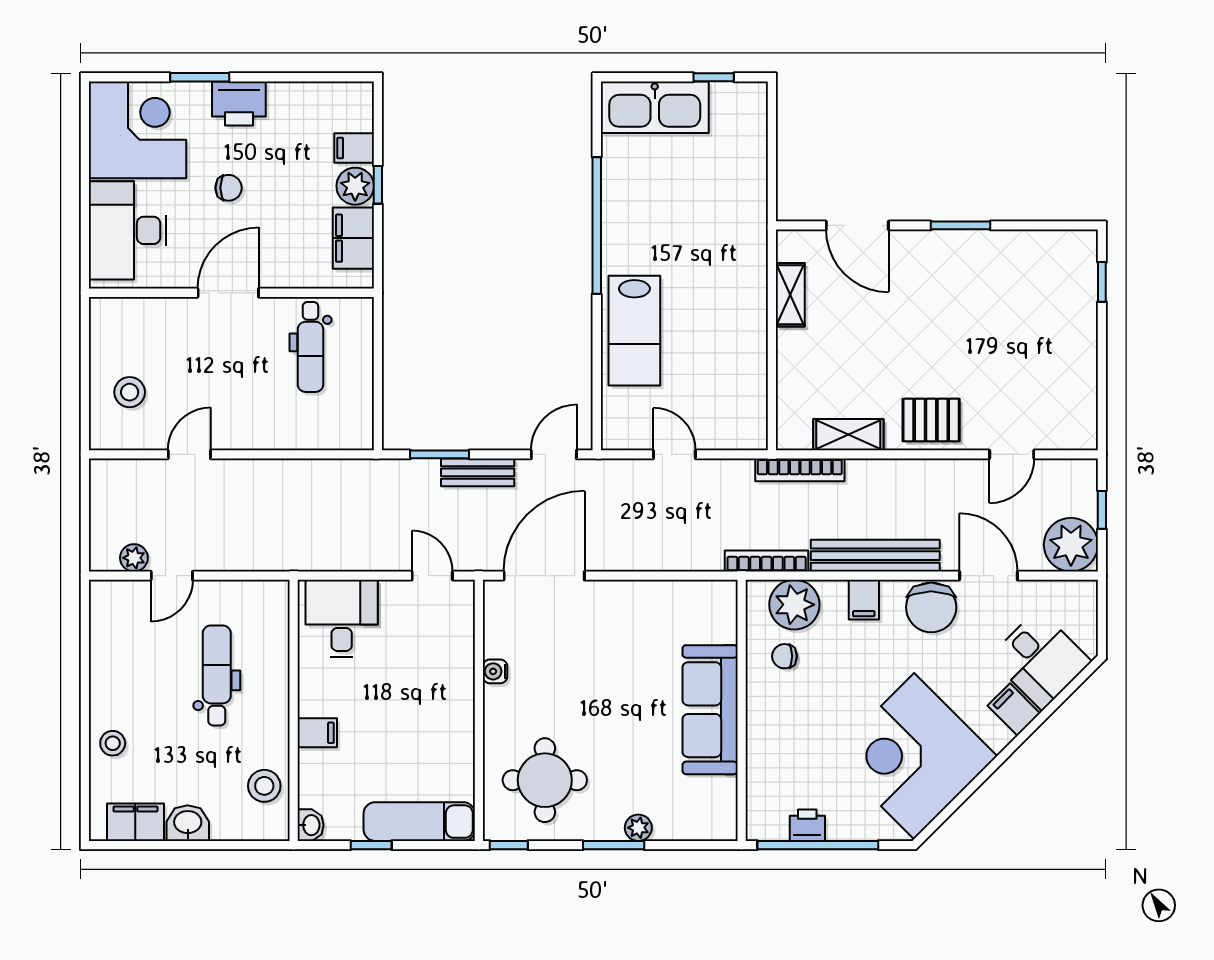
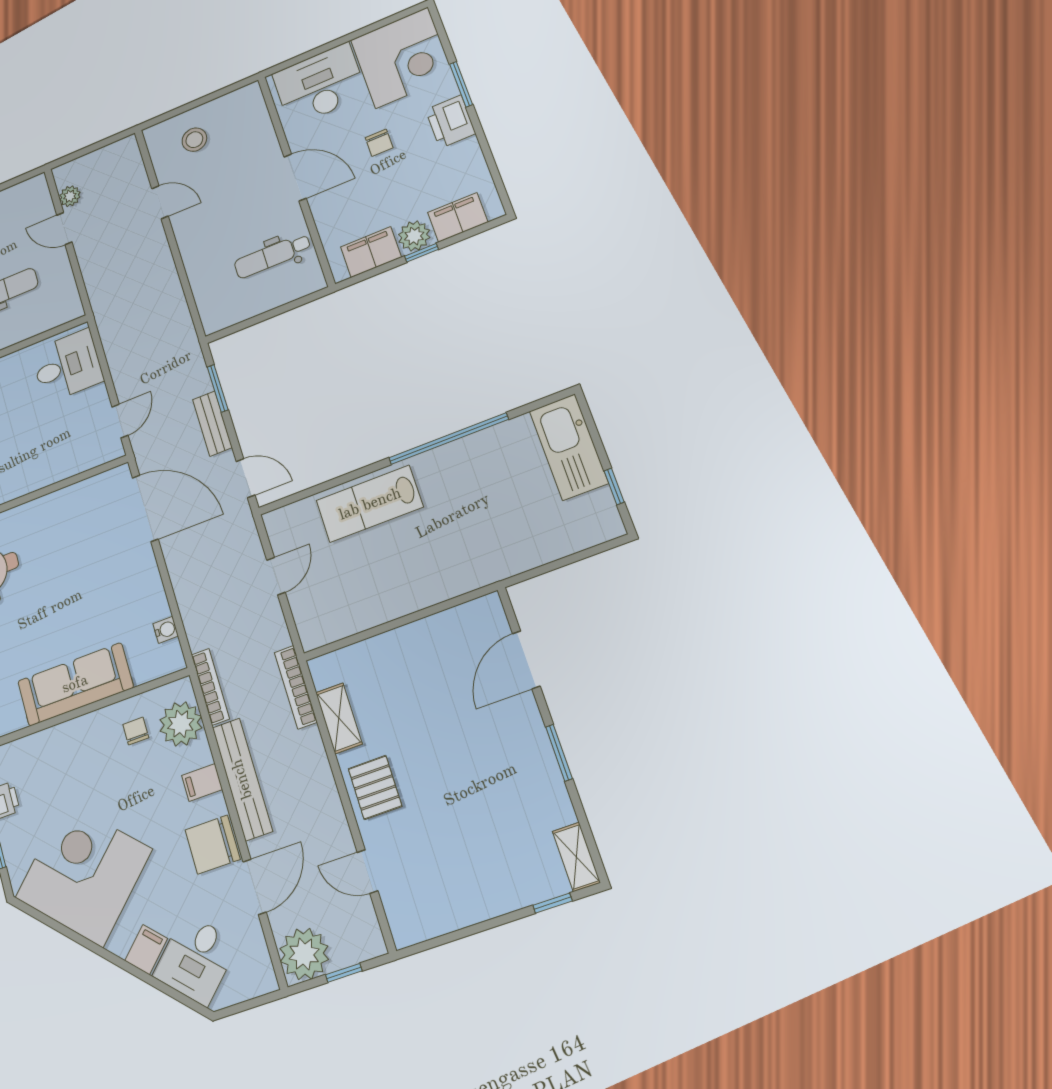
filing cabinet: (354, 148) -> (458, 217), width x2.00
shelving: (790, 295) -> (576, 857), moved, turned 90
water cooler: (495, 671) -> (166, 630), moved, turned 90

